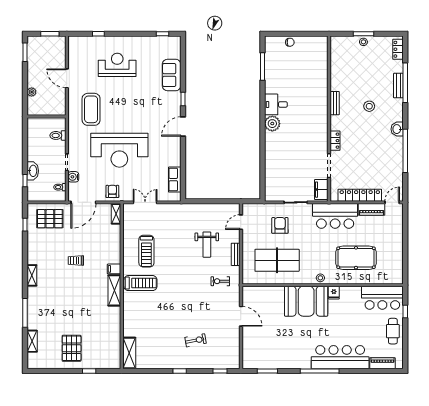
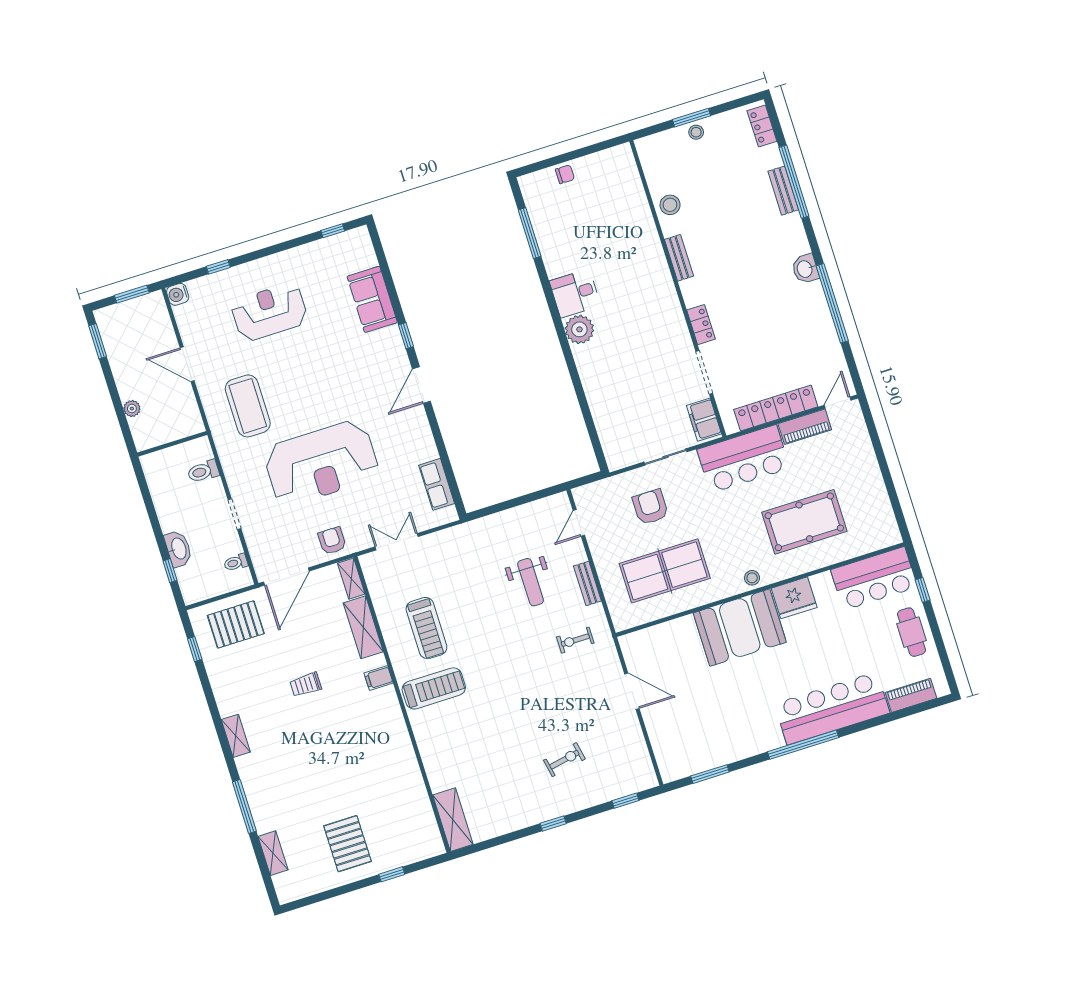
stool: (369, 106) -> (670, 205), moved
water cooler: (73, 177) -> (178, 294), moved
shelving: (114, 290) -> (363, 627), moved
fridge: (334, 293) -> (794, 598), width x1.88, depth x1.34

